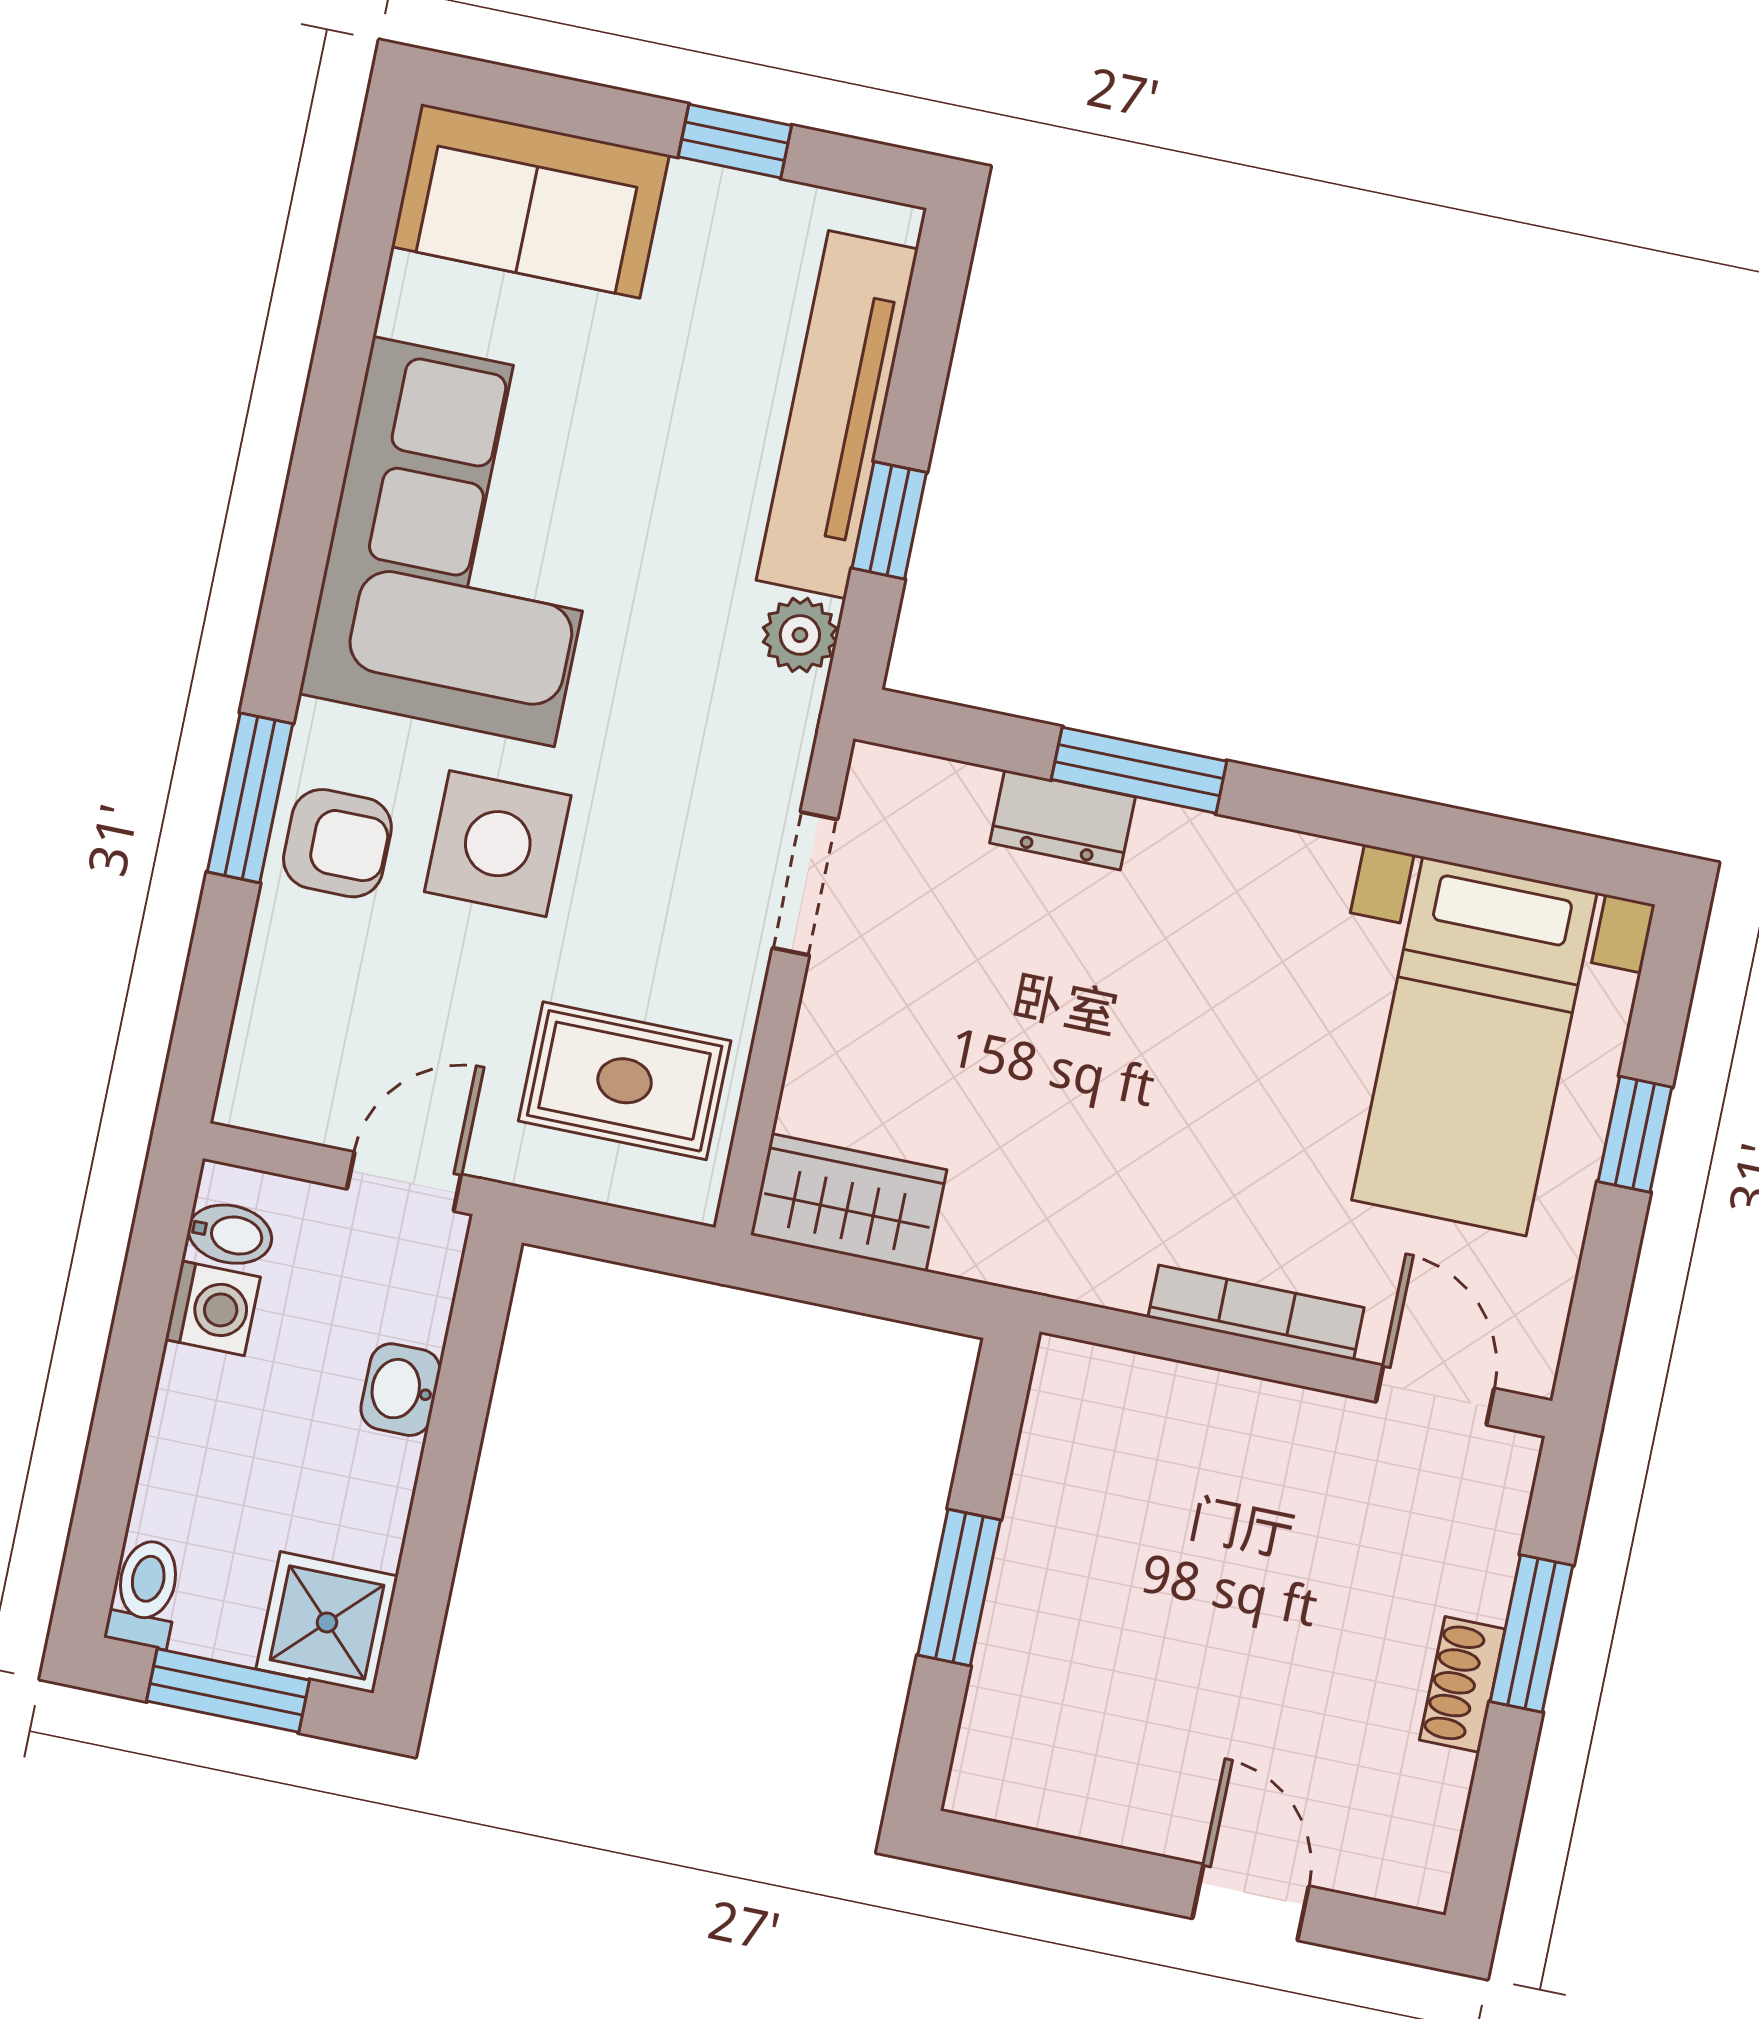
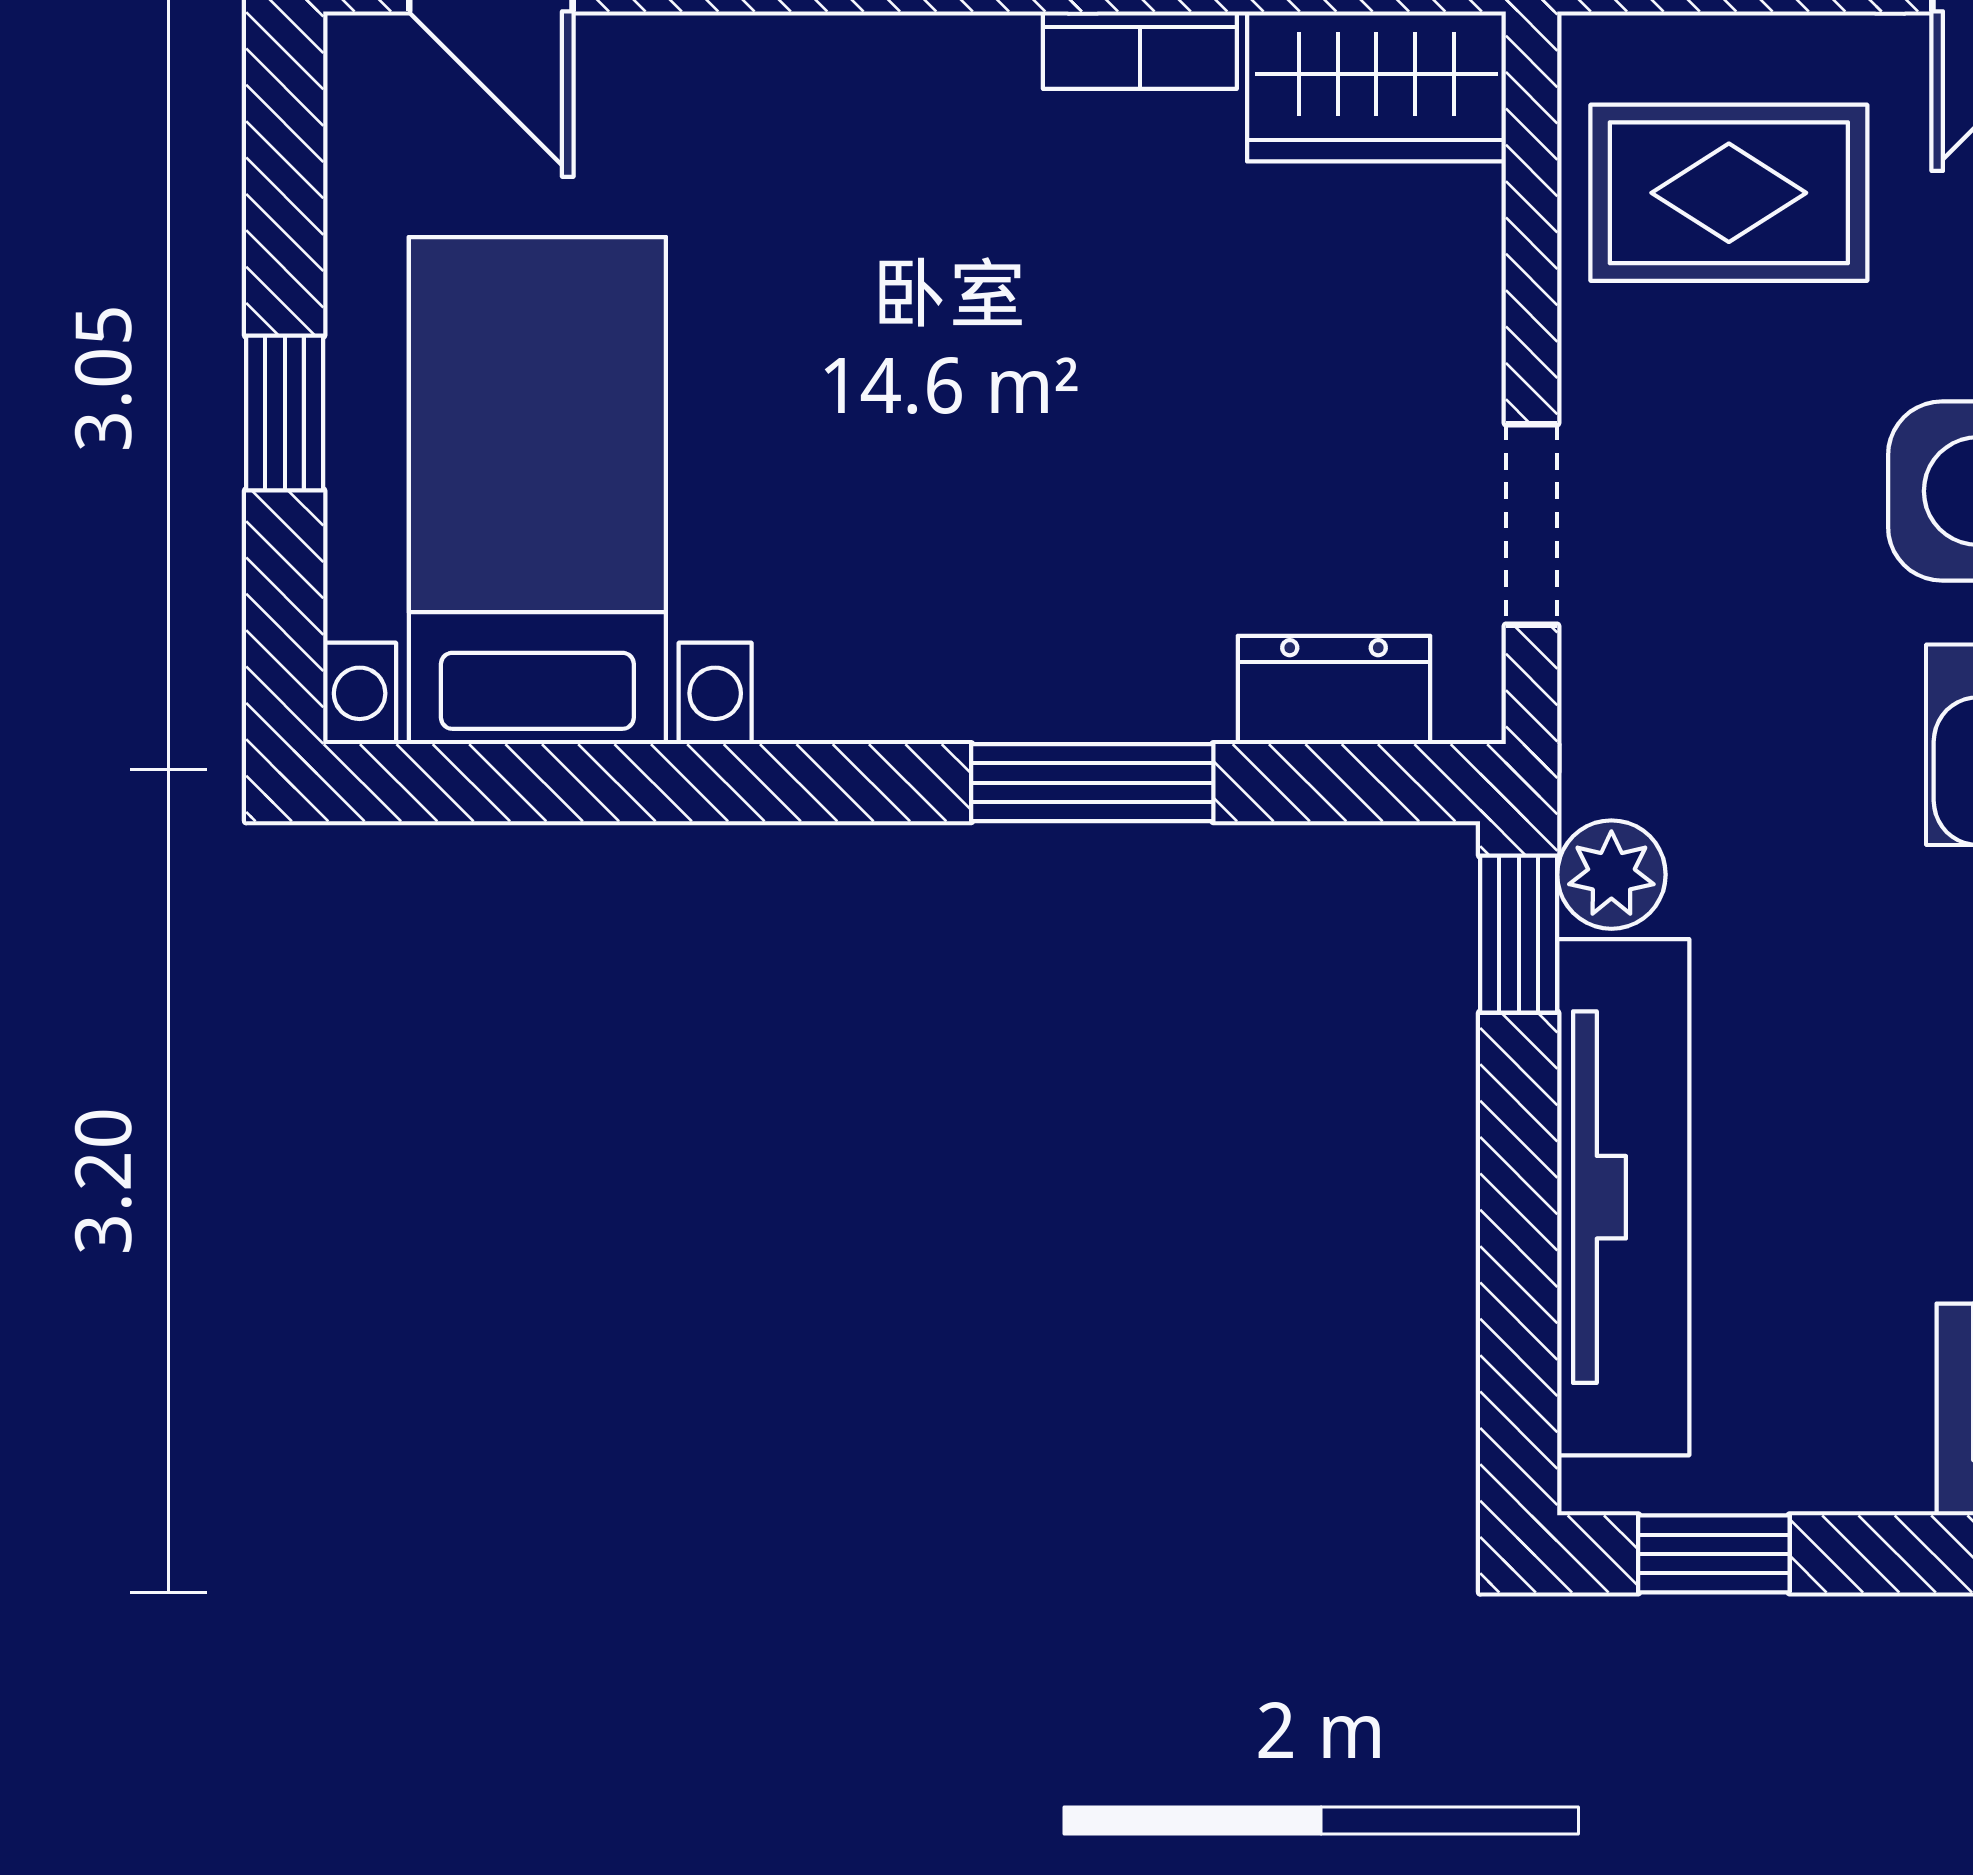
window: (735, 141) -> (1714, 1554), moved
window: (889, 520) -> (1519, 934), moved
dresser: (1063, 820) -> (1334, 690), moved
bookcase: (1256, 1312) -> (1140, 50), moved, width x0.64

